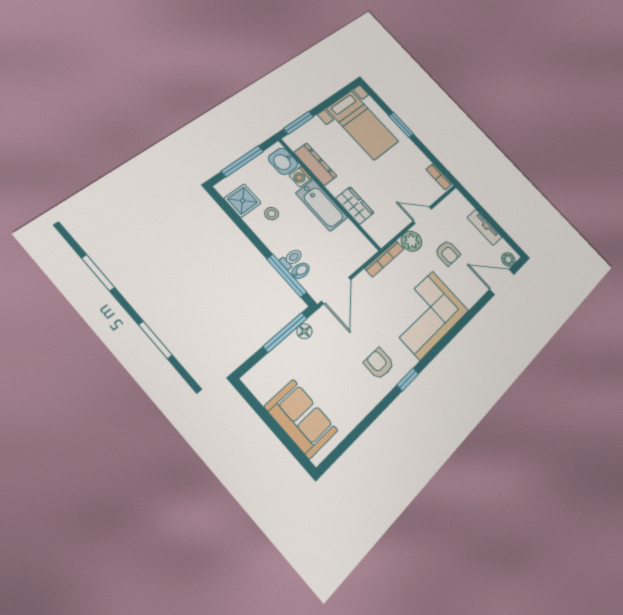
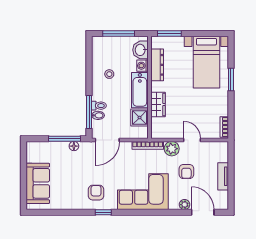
shower: (243, 201) -> (140, 118), moved
plant: (508, 259) -> (185, 205), moved

